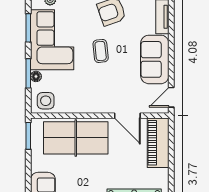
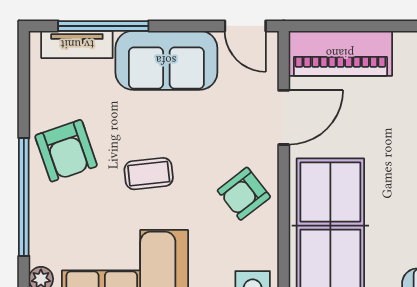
window: (171, 29) -> (103, 26), added
armchair: (91, 97) -> (244, 194), added

